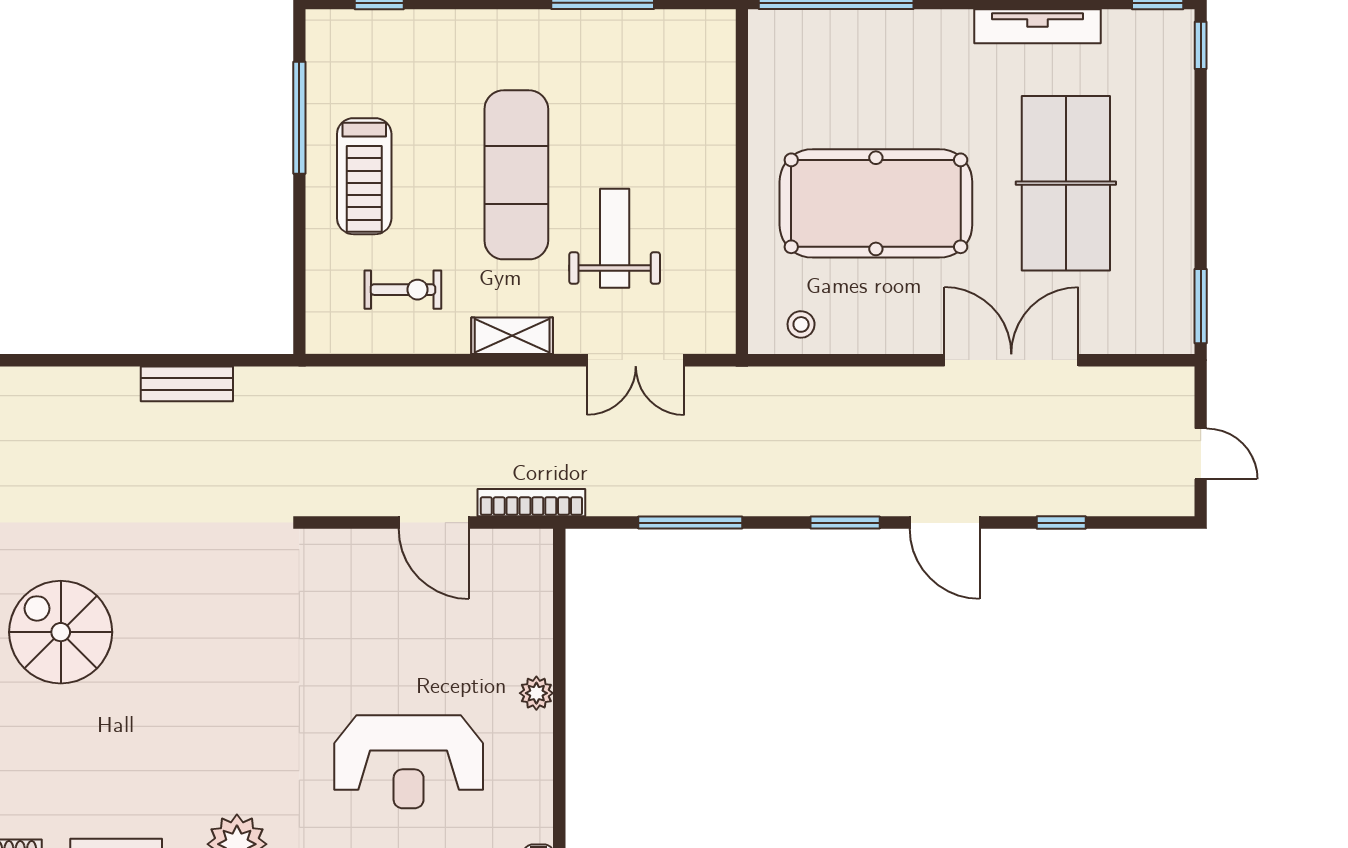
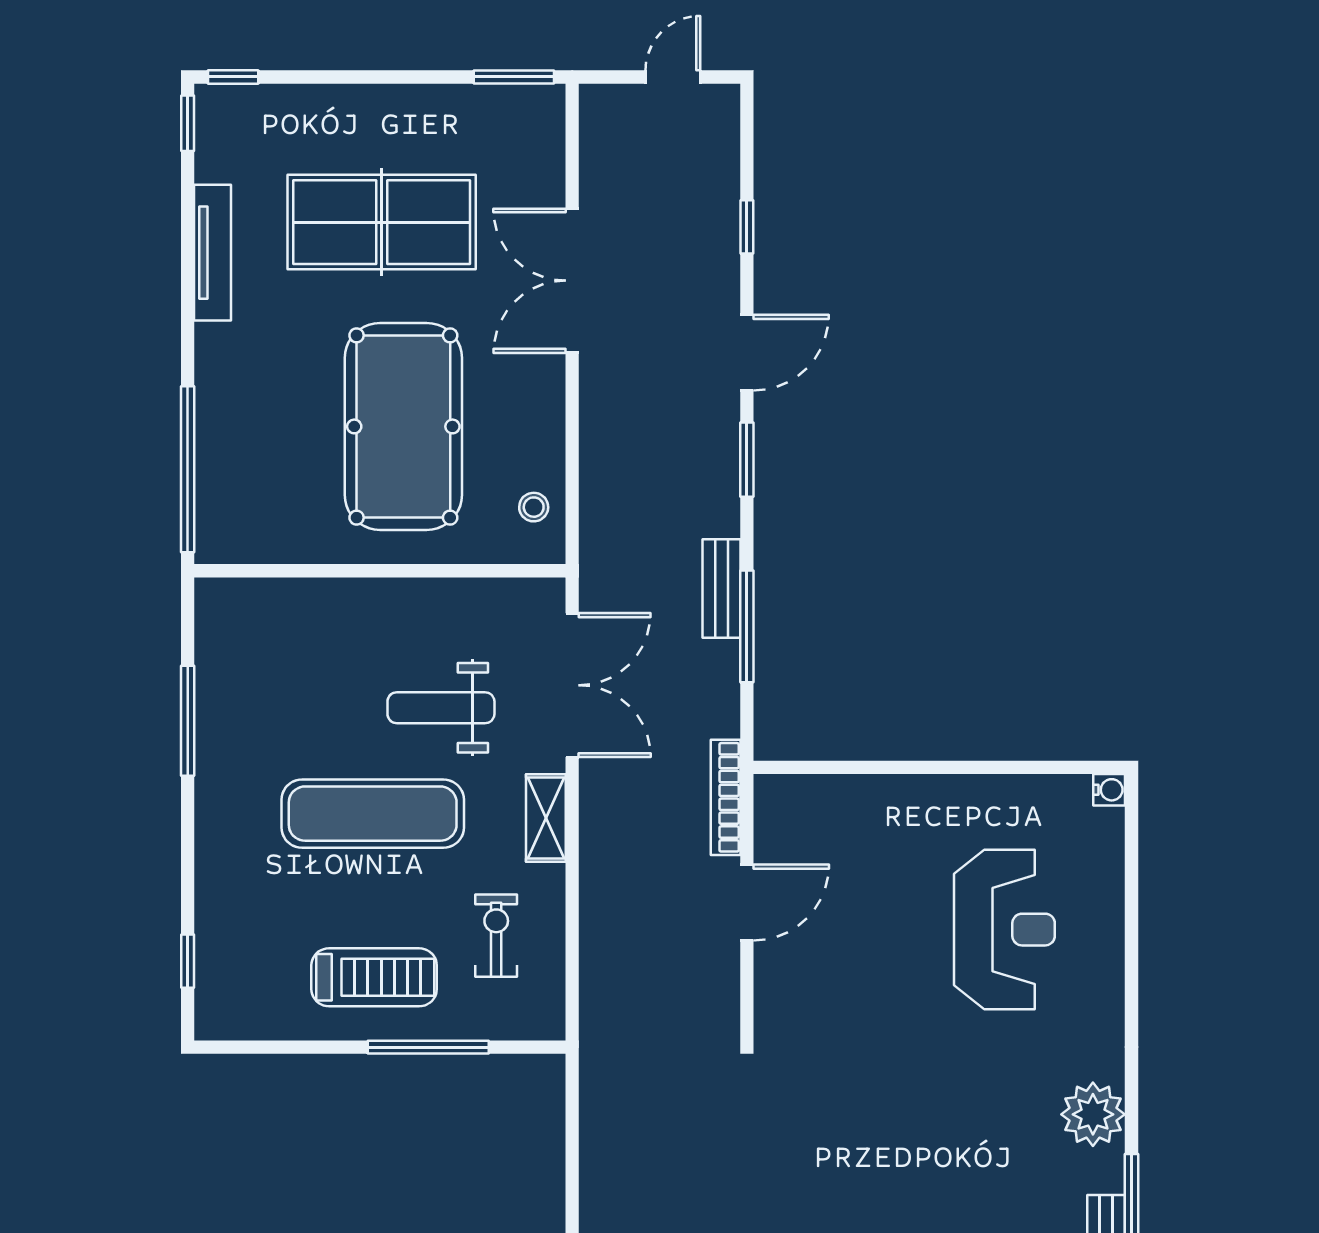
window: (299, 118) -> (428, 1047), moved
double door: (636, 360) -> (572, 685), width x1.37
bench: (187, 384) -> (721, 589), moved
plant: (536, 693) -> (931, 792), removed

